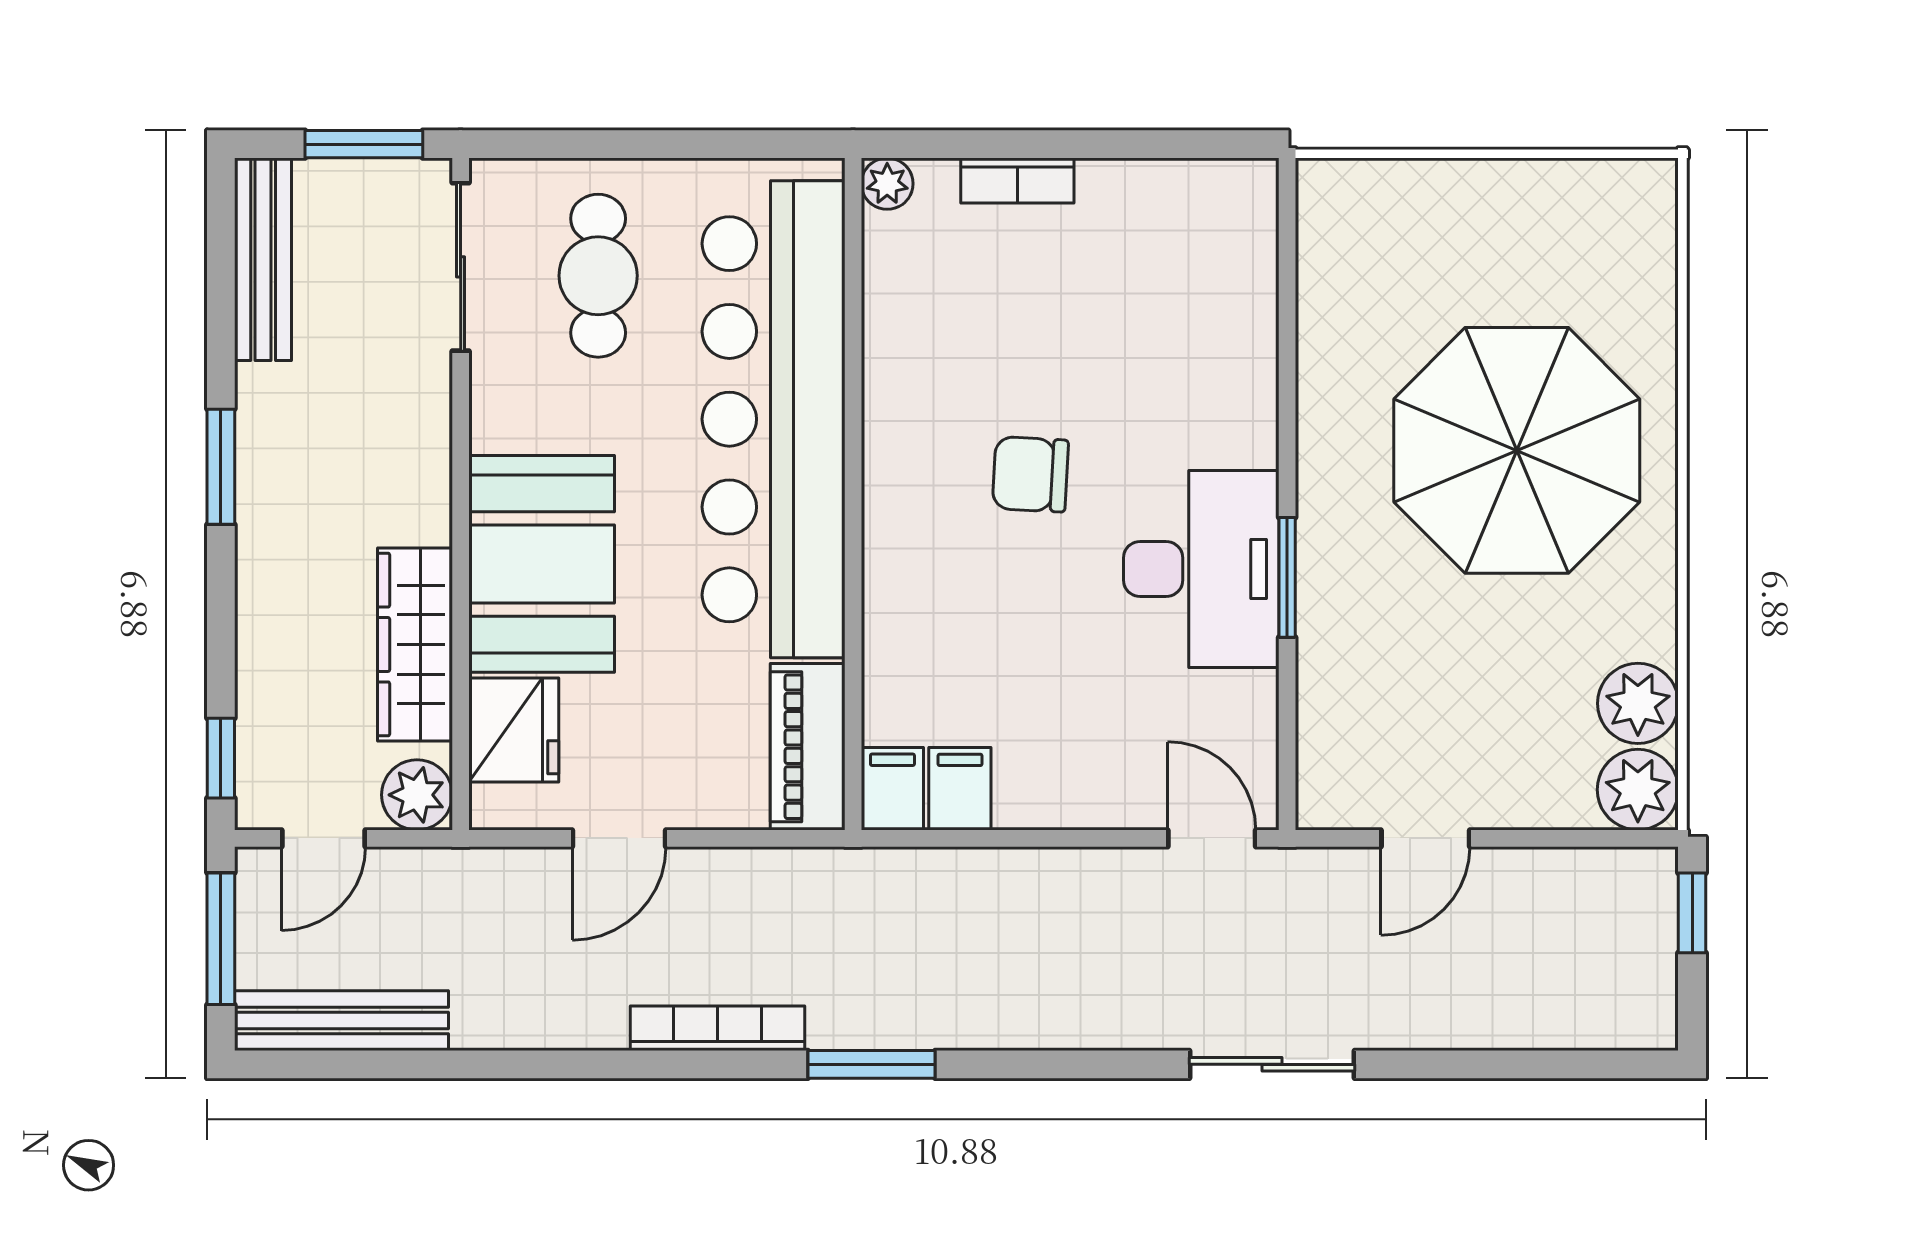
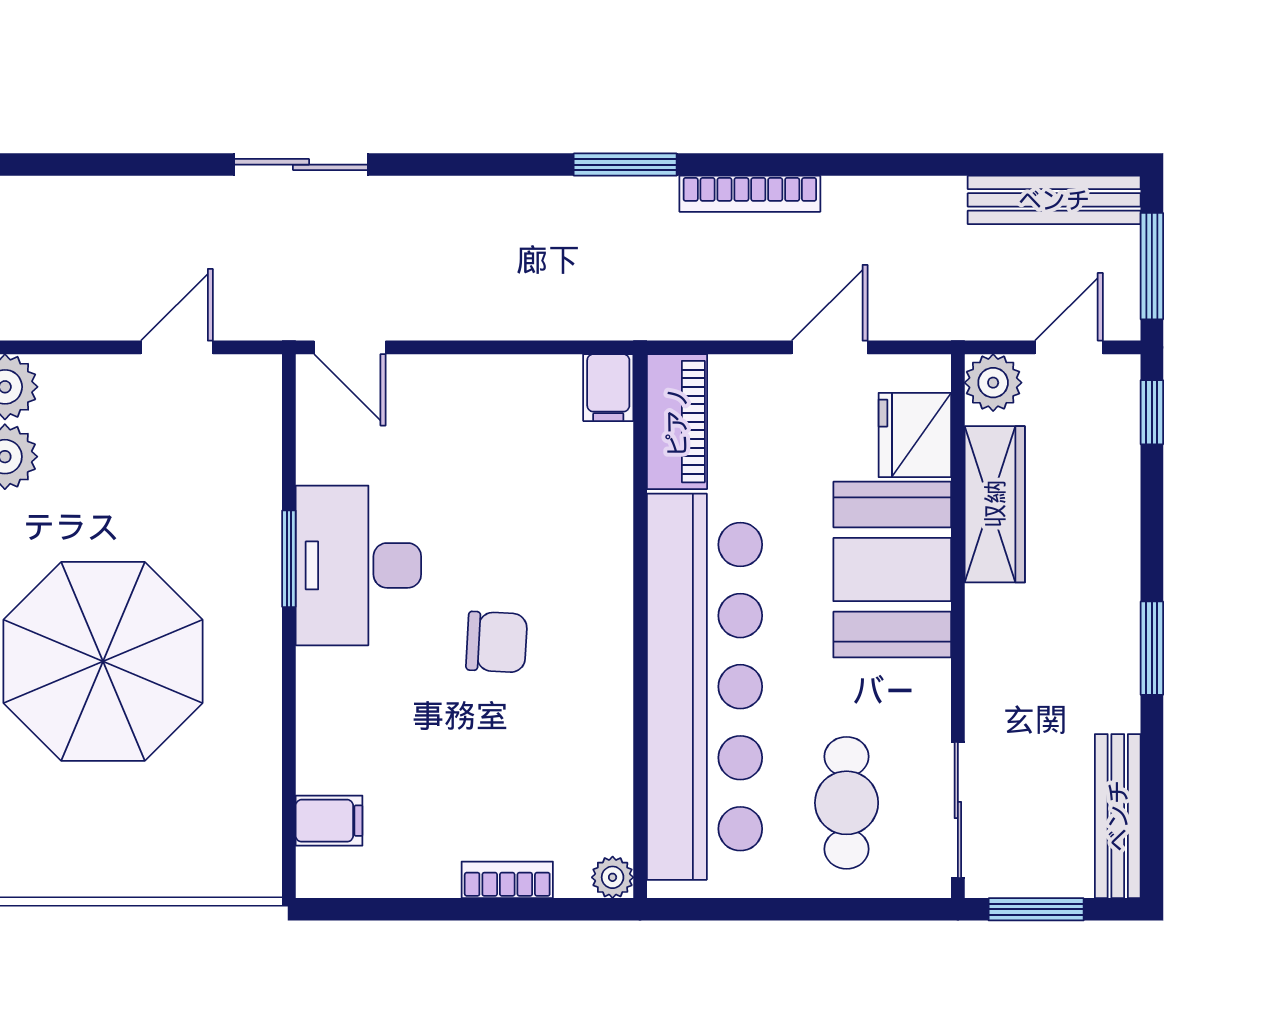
filing cabinet: (960, 789) -> (329, 821), moved, turned -90

